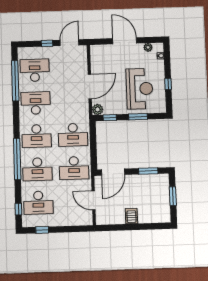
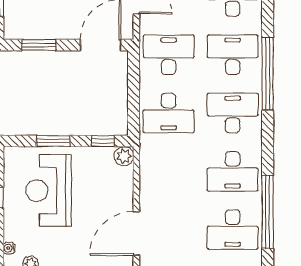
door: (90, 86) -> (136, 233), moved
desk: (73, 135) -> (169, 113), turned 180

